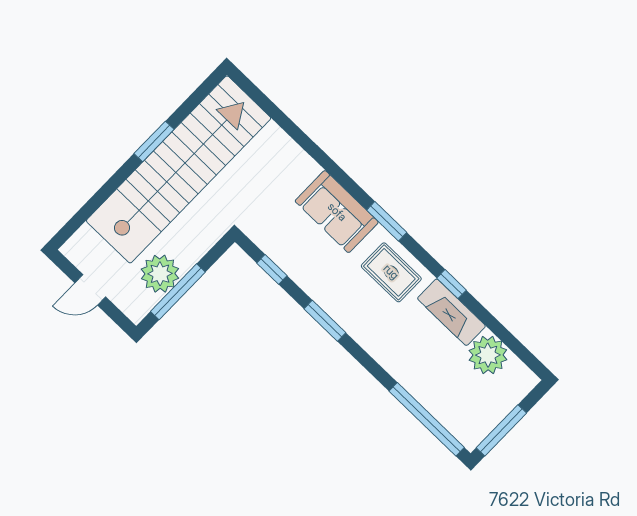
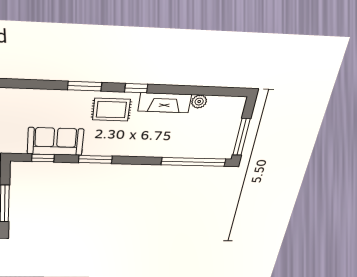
sofa: (337, 212) -> (55, 141), moved, turned 180
window: (452, 284) -> (136, 88), moved
plant: (488, 355) -> (199, 102), width x0.53, depth x0.53

